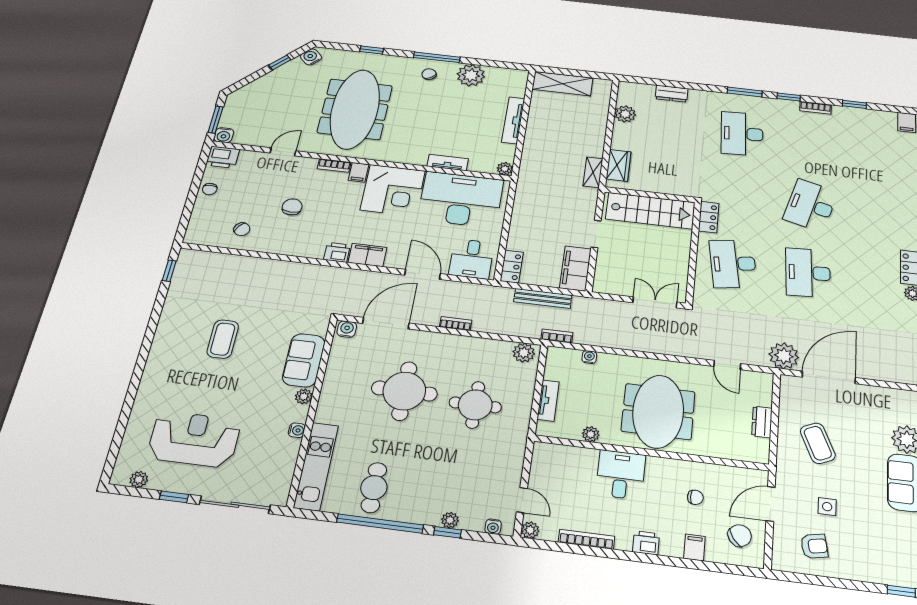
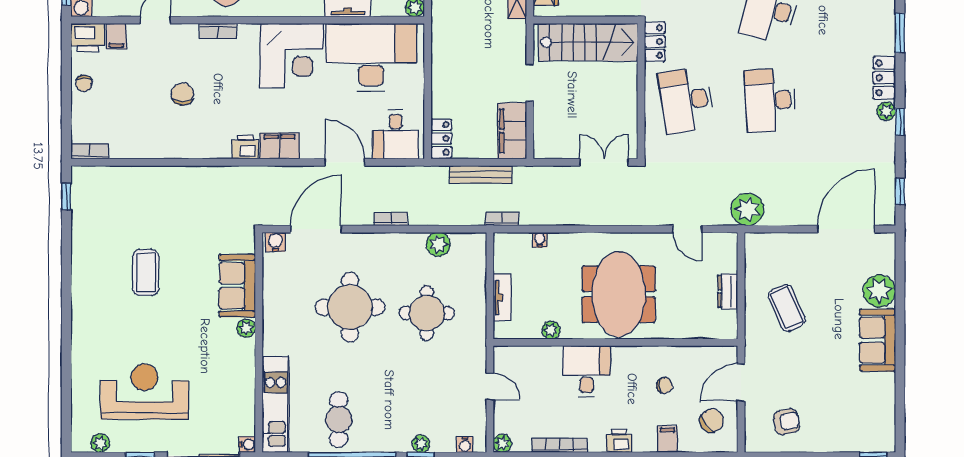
filing cabinet: (359, 172) -> (116, 36), moved
chair: (242, 229) -> (133, 132), removed
bookcase: (200, 239) -> (90, 151), added
plant: (524, 353) -> (438, 244), moved
door: (829, 377) -> (846, 229), moved
water cooler: (297, 430) -> (247, 444), moved
door: (522, 500) -> (490, 386), moved
side table: (827, 507) -> (798, 377), removed

